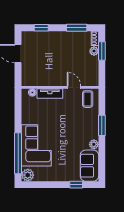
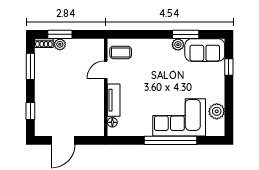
window: (102, 125) -> (186, 34), moved
window: (18, 153) -> (171, 140), moved
plant: (28, 175) -> (217, 111), moved

